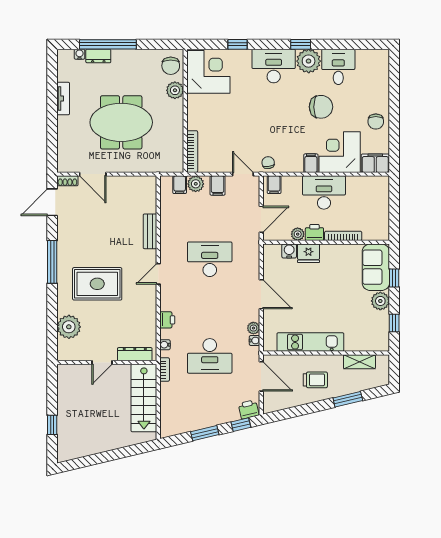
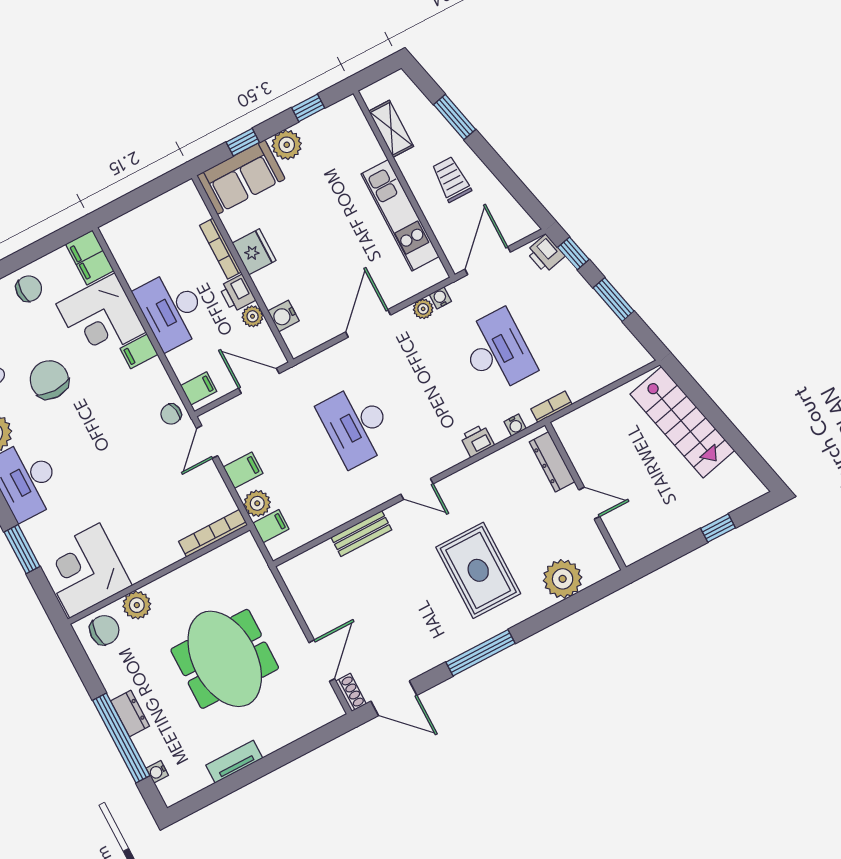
window: (237, 44) -> (22, 549), width x1.50
dresser: (98, 56) -> (130, 713), moved
fridge: (308, 253) -> (254, 252), moved
stairs: (144, 398) -> (682, 422), moved, turned 77

